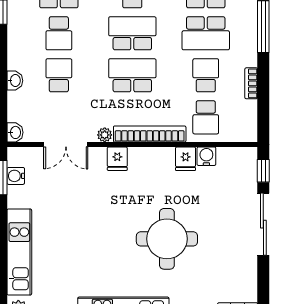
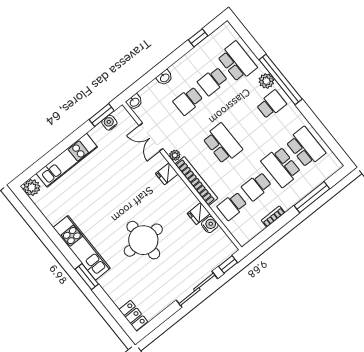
school desk: (132, 33) -> (247, 124), removed
school desk: (59, 75) -> (188, 101), turned 180
school desk: (206, 75) -> (257, 186), turned 180

